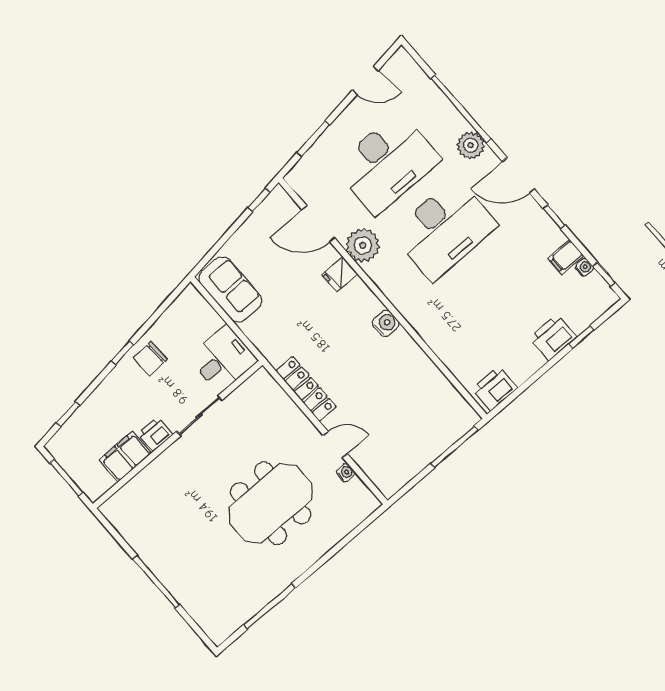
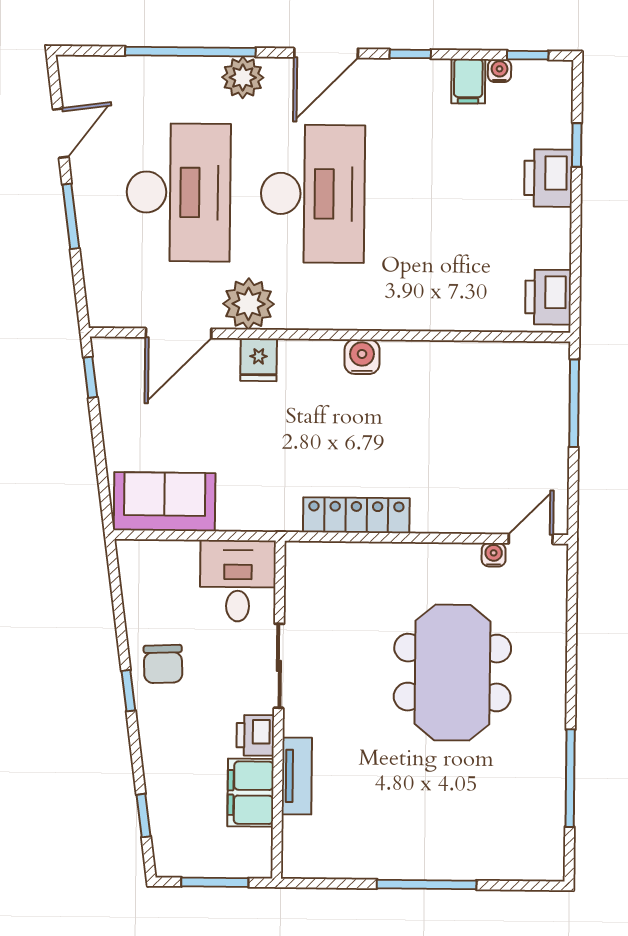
window: (313, 139) -> (71, 216), moved
door: (335, 444) -> (531, 539), moved
tv unit: (153, 472) -> (297, 776), added

